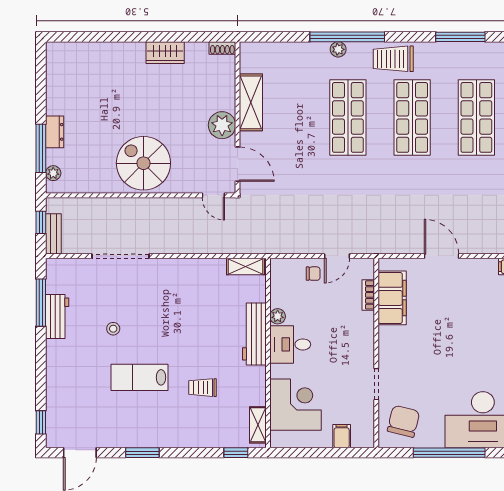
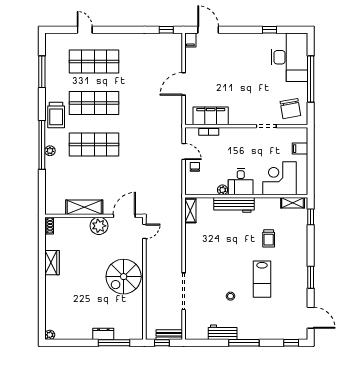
plant: (53, 173) -> (50, 335), moved
window: (41, 303) -> (244, 343), moved
chair: (404, 421) -> (290, 109), turned -114

